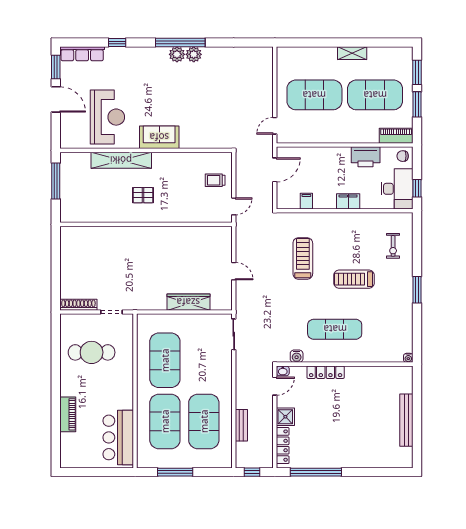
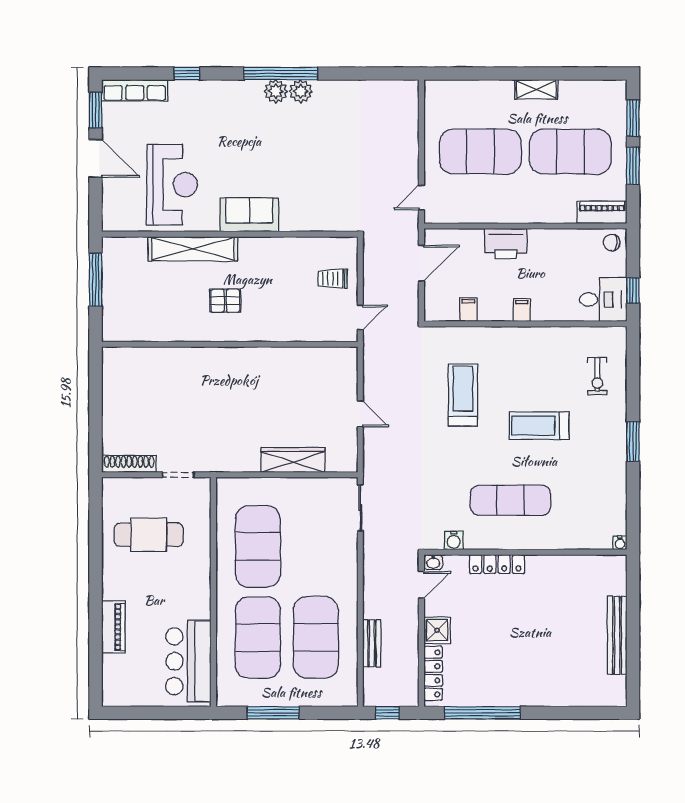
printer: (366, 157) -> (506, 244), moved
desk: (397, 189) -> (603, 299), width x0.73
filing cabinet: (348, 201) -> (522, 310), width x0.50

